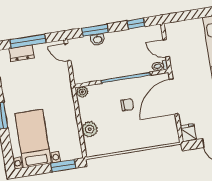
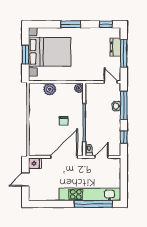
window: (95, 30) -> (124, 105), width x1.44
door: (68, 52) -> (111, 82), hinge flipped
door: (174, 97) -> (64, 157), hinge flipped
bed with nightstands: (33, 138) -> (50, 52), width x1.36
window: (63, 166) -> (25, 55), moved

